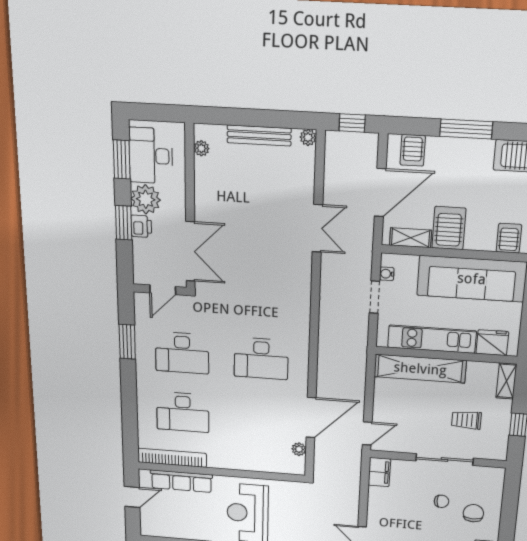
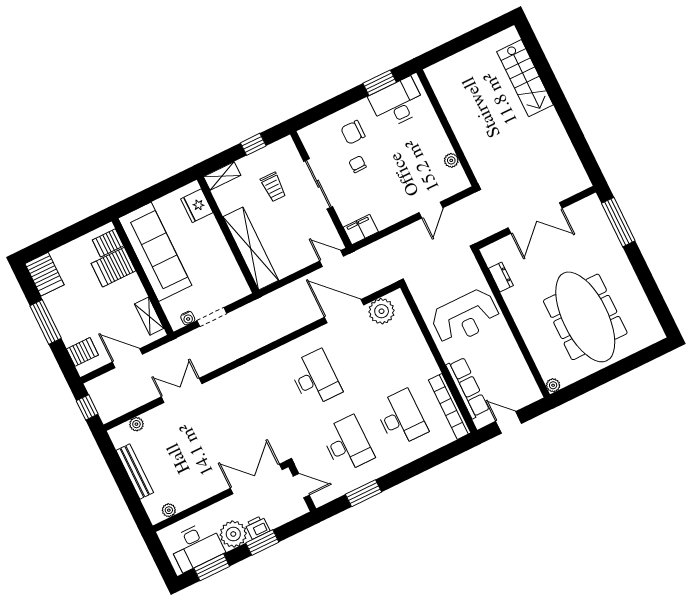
plant: (308, 137) -> (136, 424), moved
door: (380, 193) -> (127, 358), width x0.73
server rack: (449, 228) -> (114, 267), moved
kitchen unit: (432, 339) -> (221, 254), removed
plant: (299, 449) -> (382, 311), width x1.87, depth x1.87

